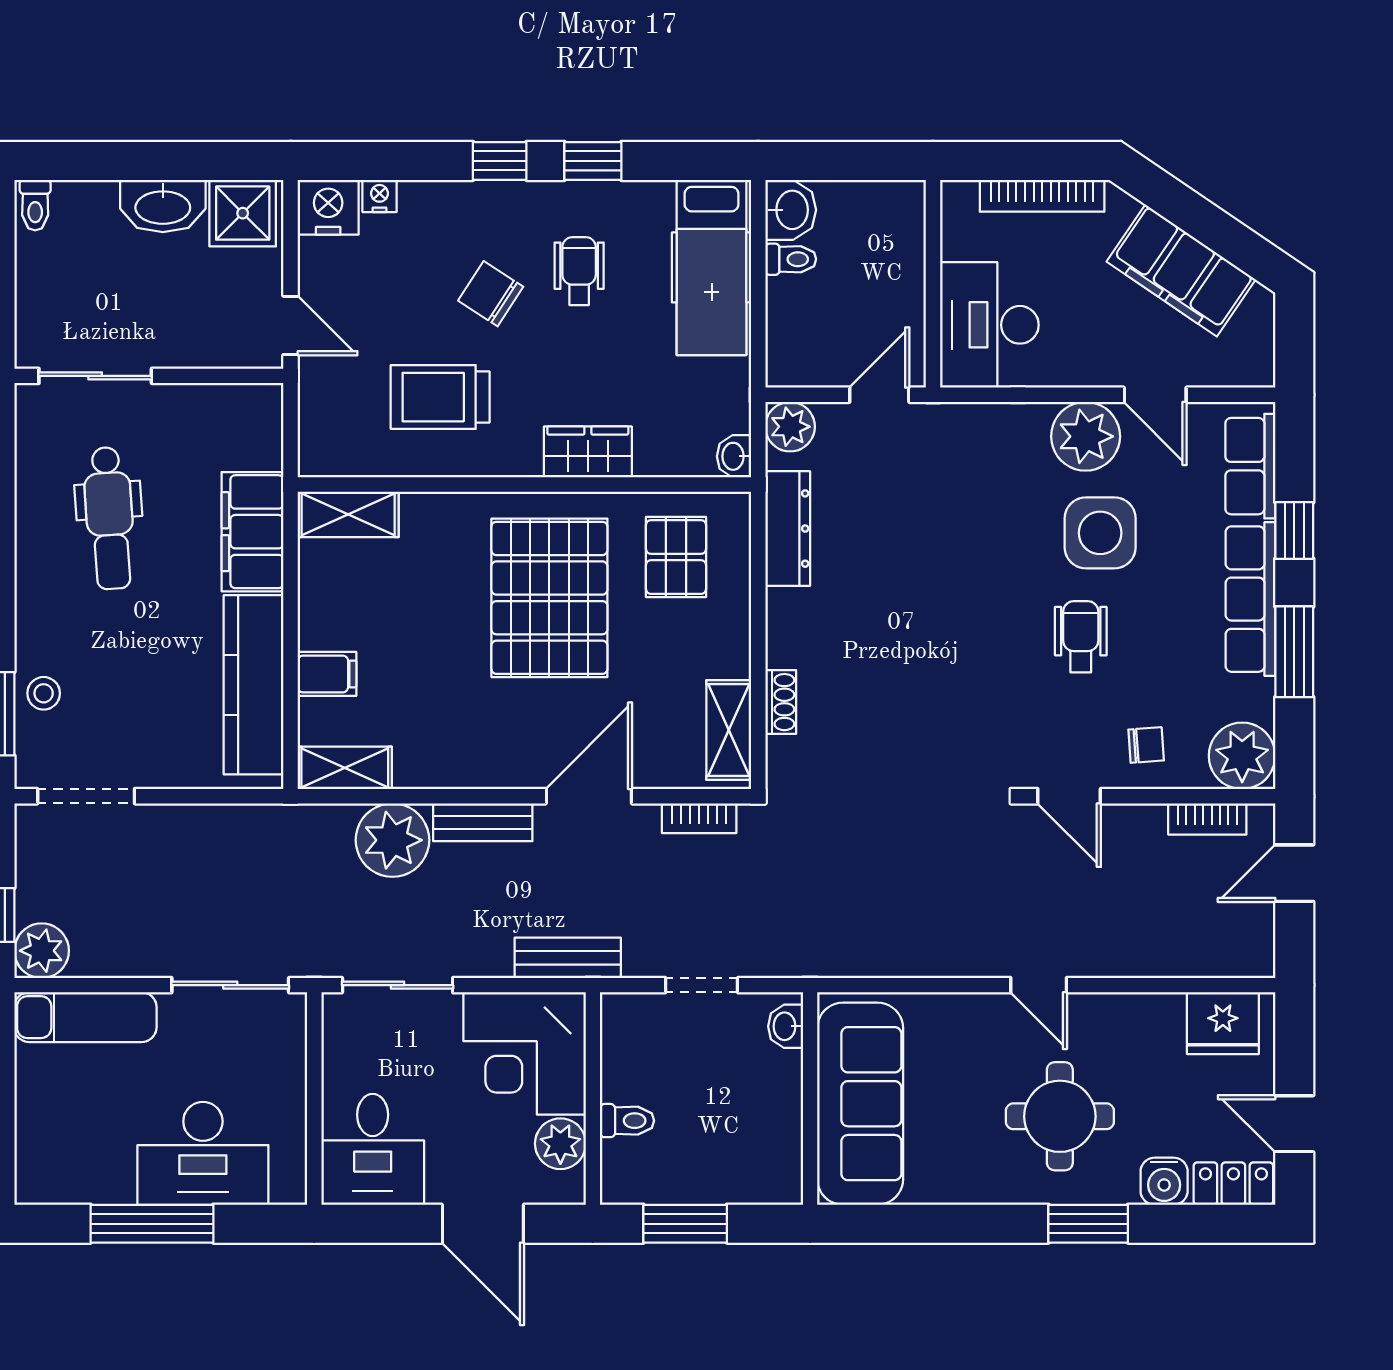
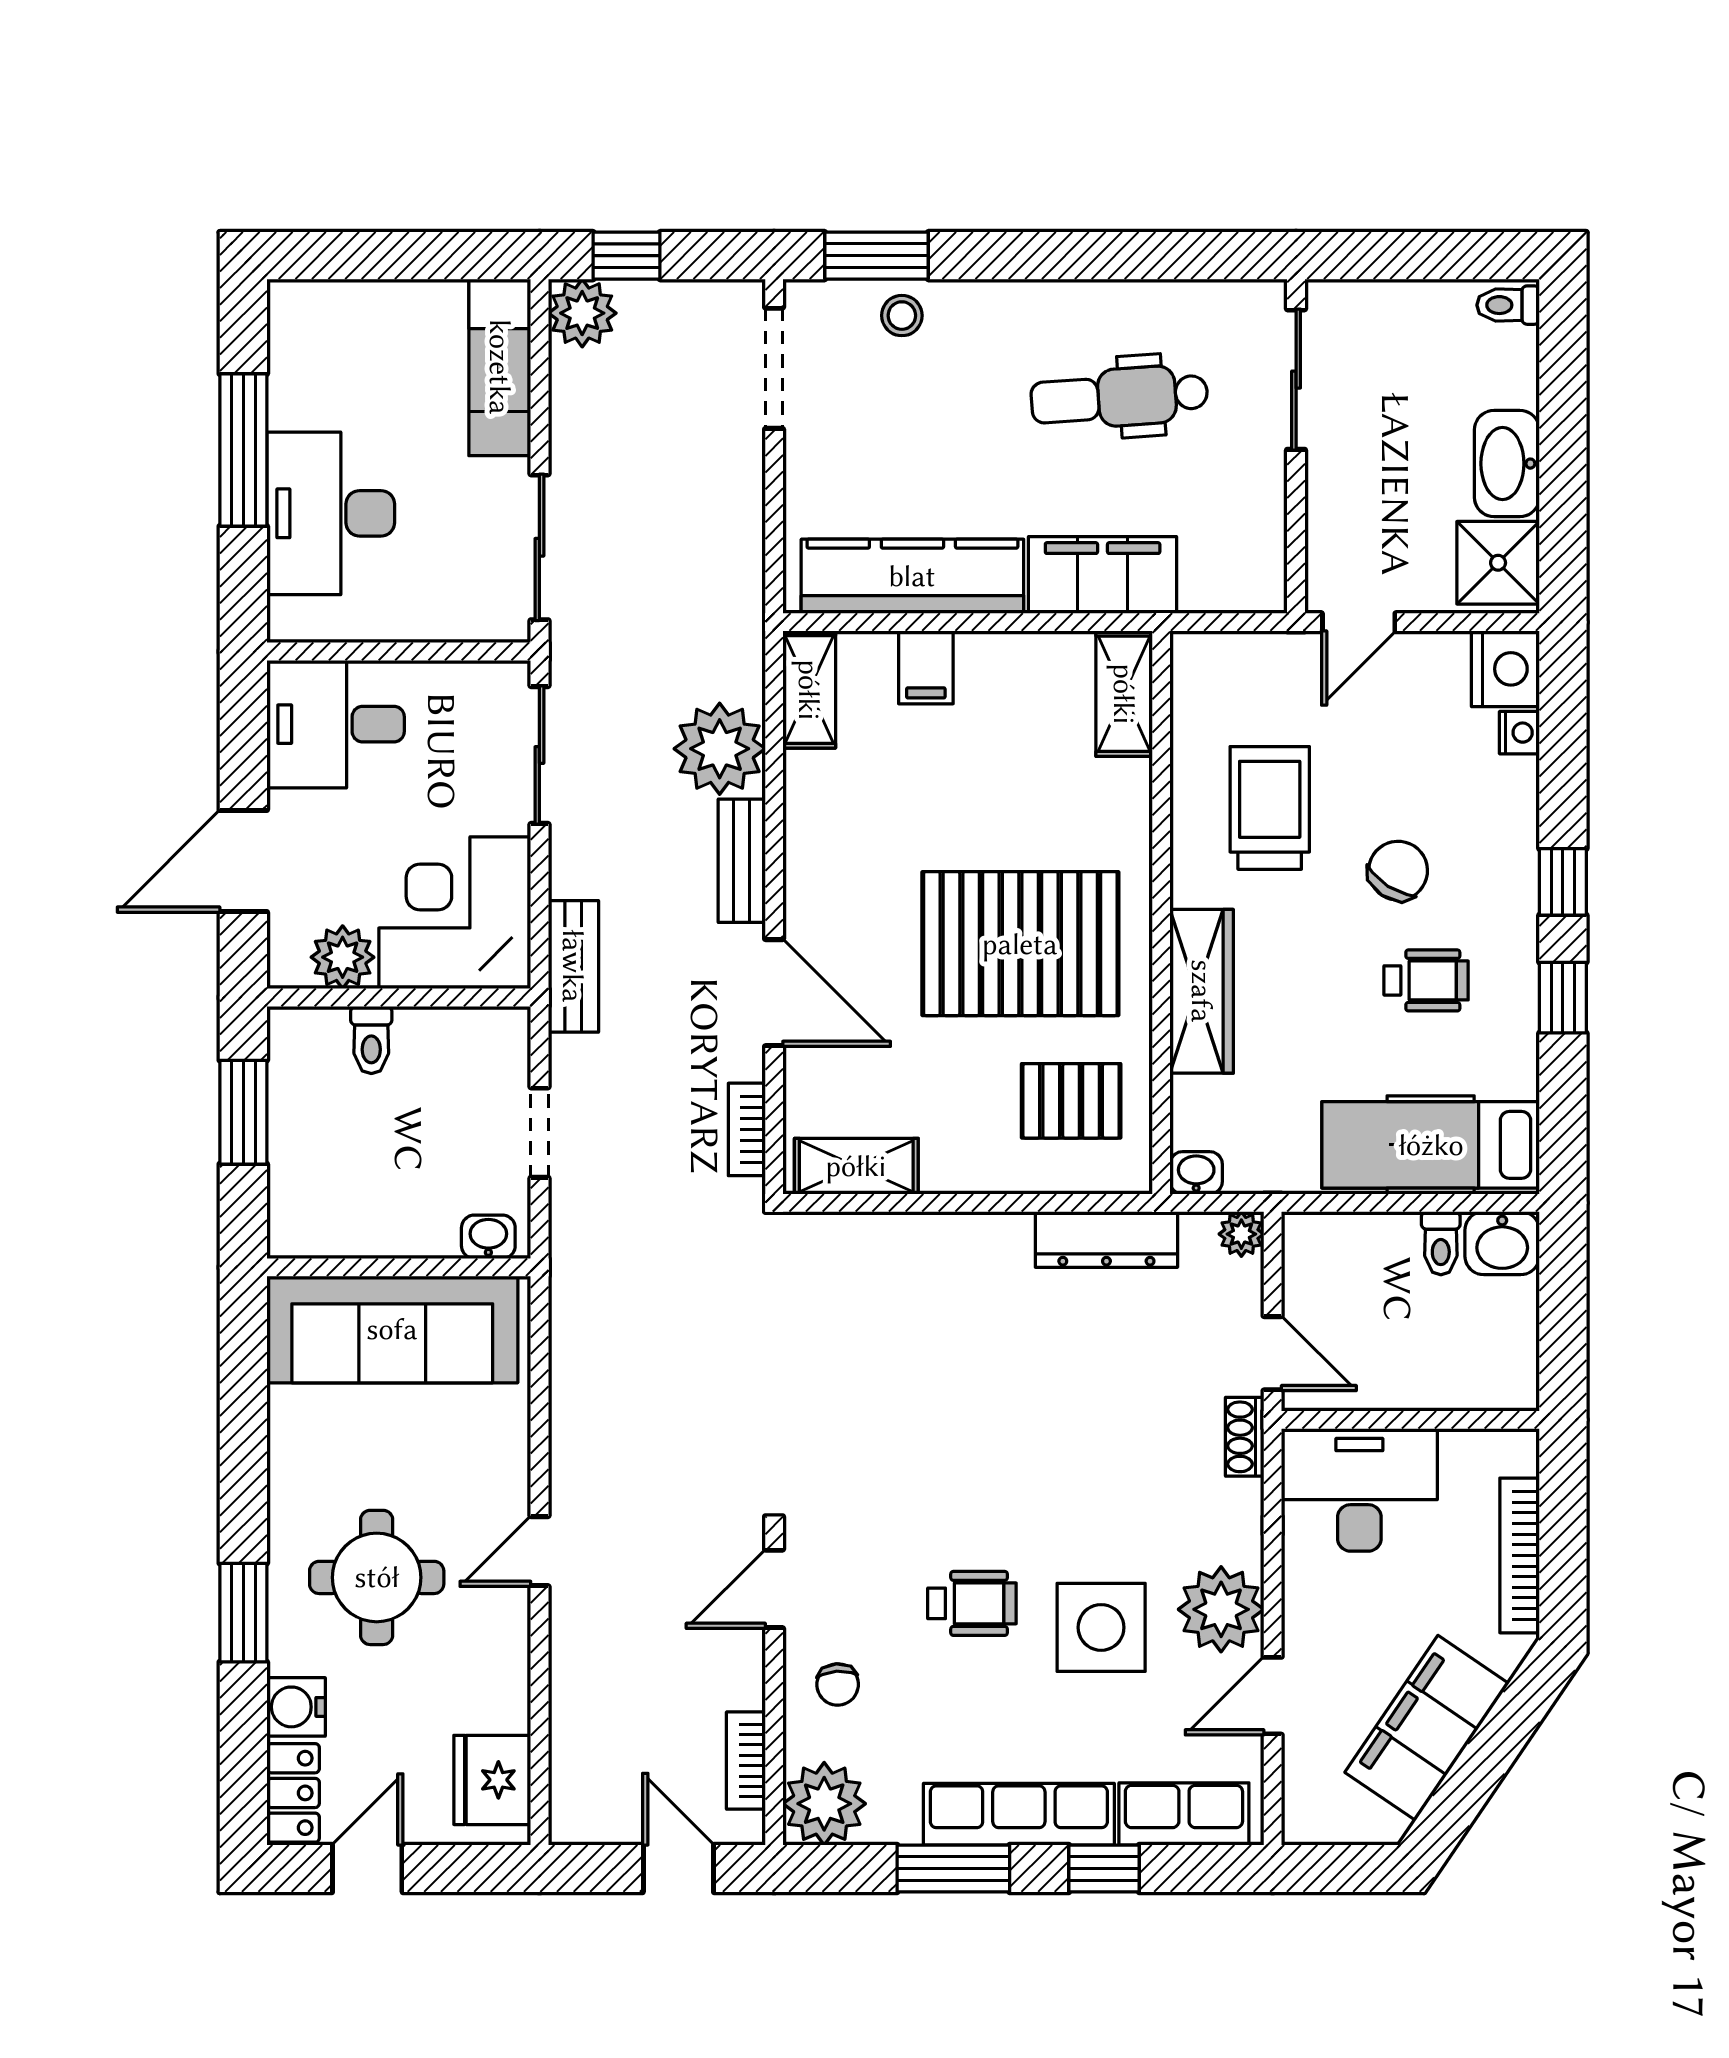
plant: (790, 427) -> (1241, 1234), width x0.73, depth x0.73
wardrobe: (588, 452) -> (1202, 991), width x1.50
shoe rack: (781, 702) -> (1245, 1437), moved, turned 90

